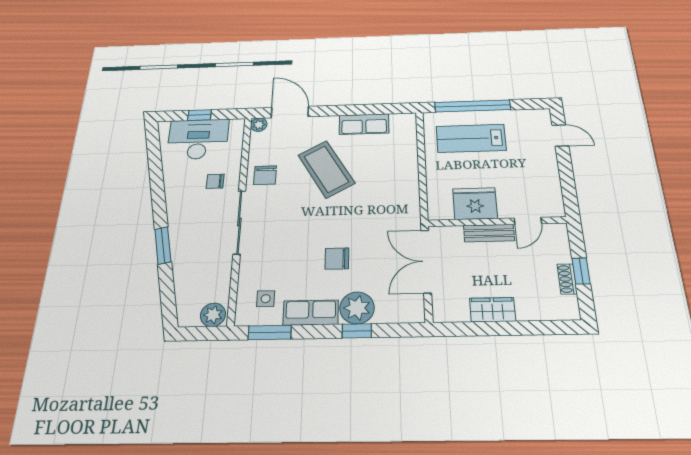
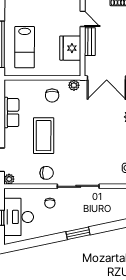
coffee table: (326, 169) -> (44, 136), turned -60
plant: (411, 211) -> (74, 85), added
window: (163, 245) -> (78, 233), moved
chair: (337, 259) -> (52, 95), moved

